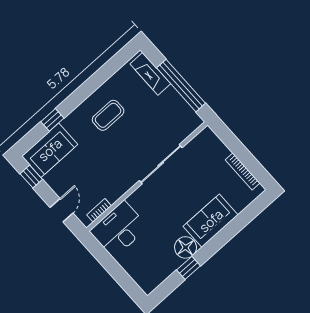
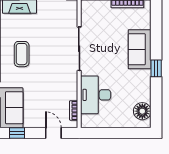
desk: (119, 229) -> (96, 95), moved
floor lamp: (186, 247) -> (142, 111), moved
window: (189, 268) -> (156, 68), moved

